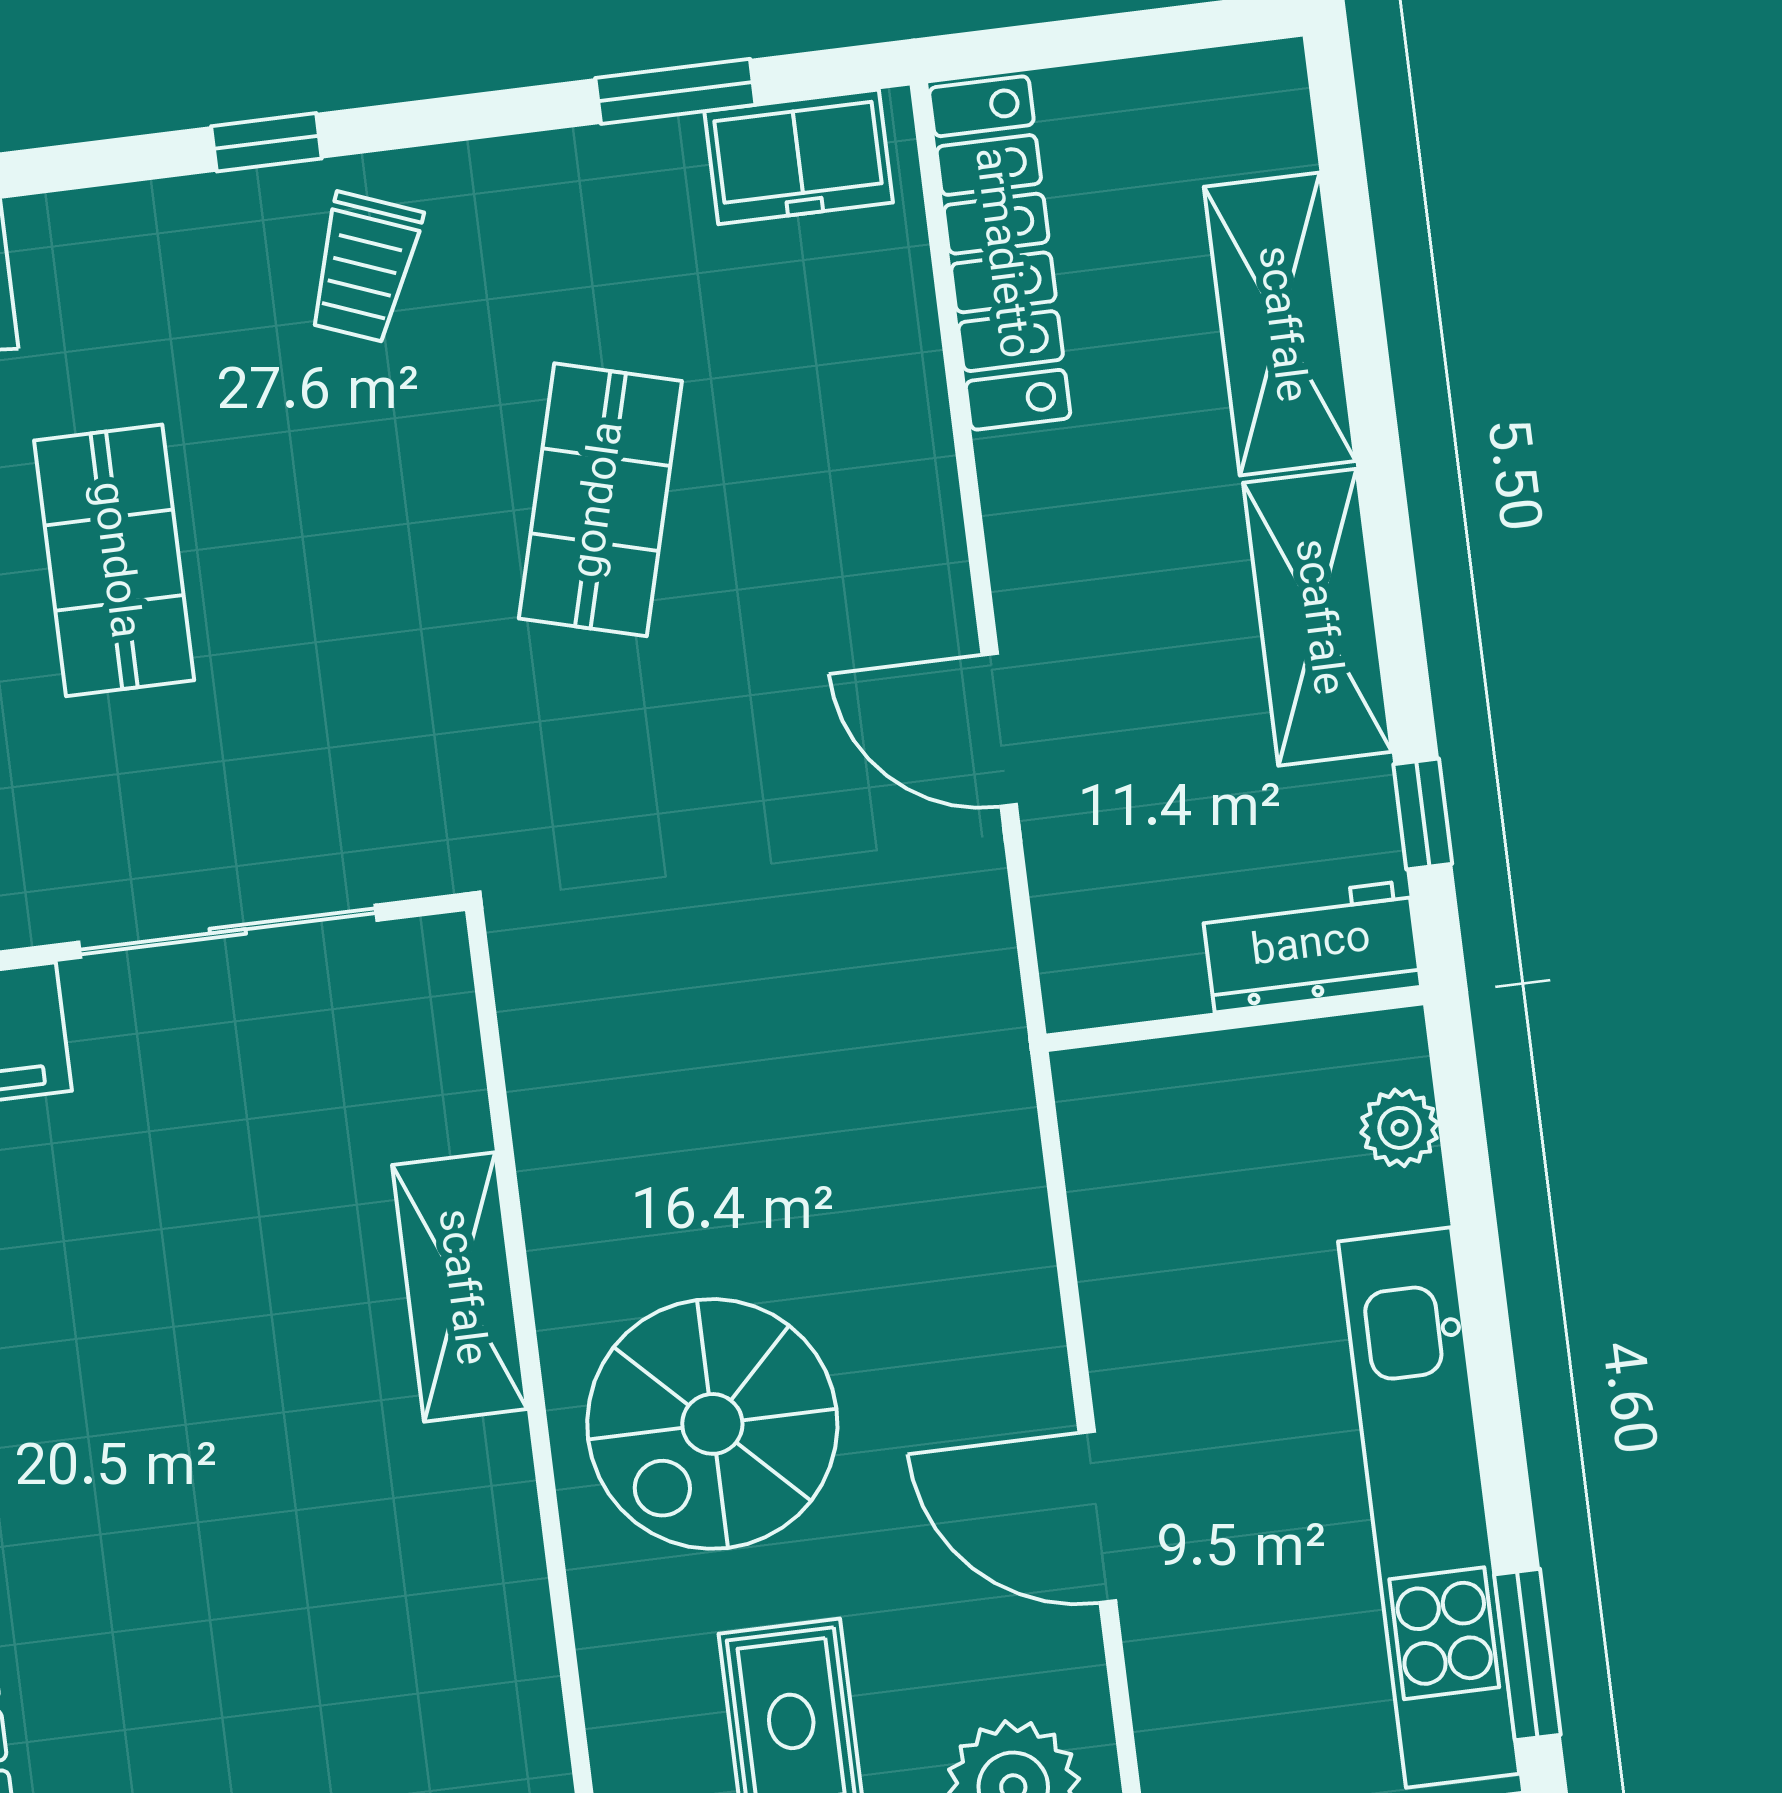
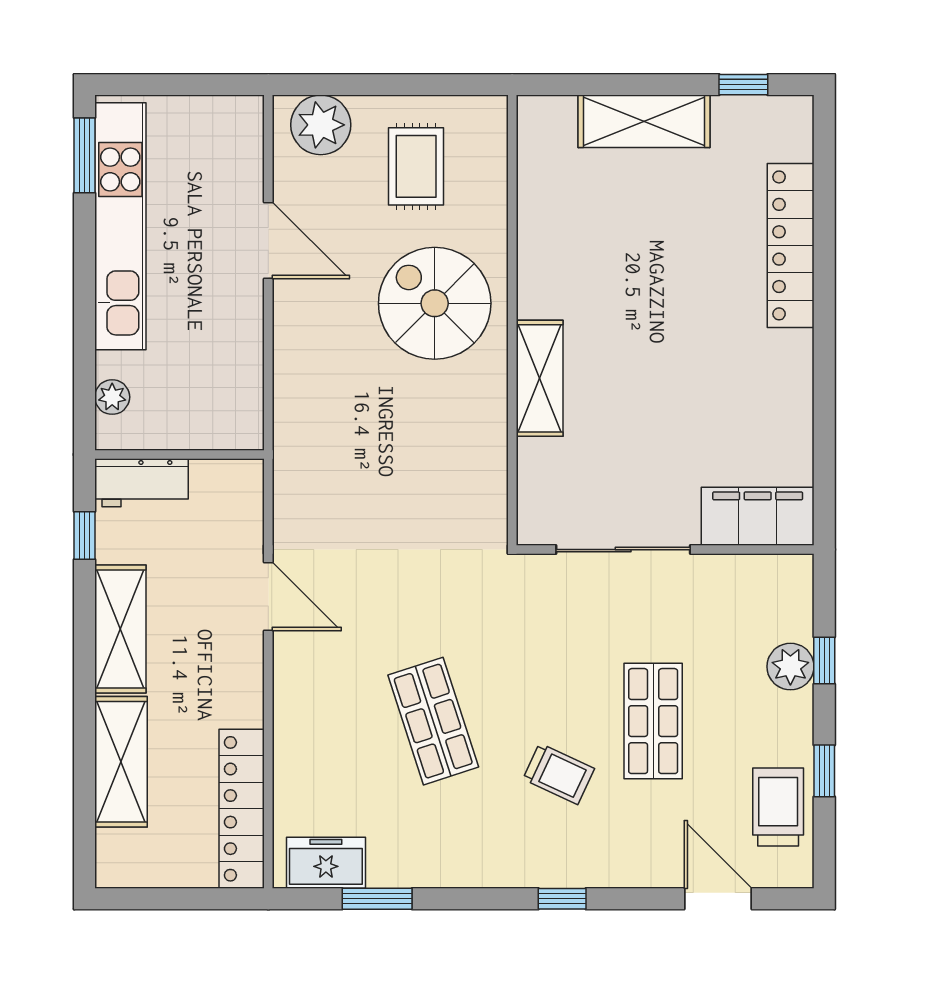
trolley: (364, 267) -> (559, 774), moved, turned 94
shop shelf: (600, 500) -> (433, 721), turned -33
spiral stairs: (712, 1424) -> (435, 303), turned -90

